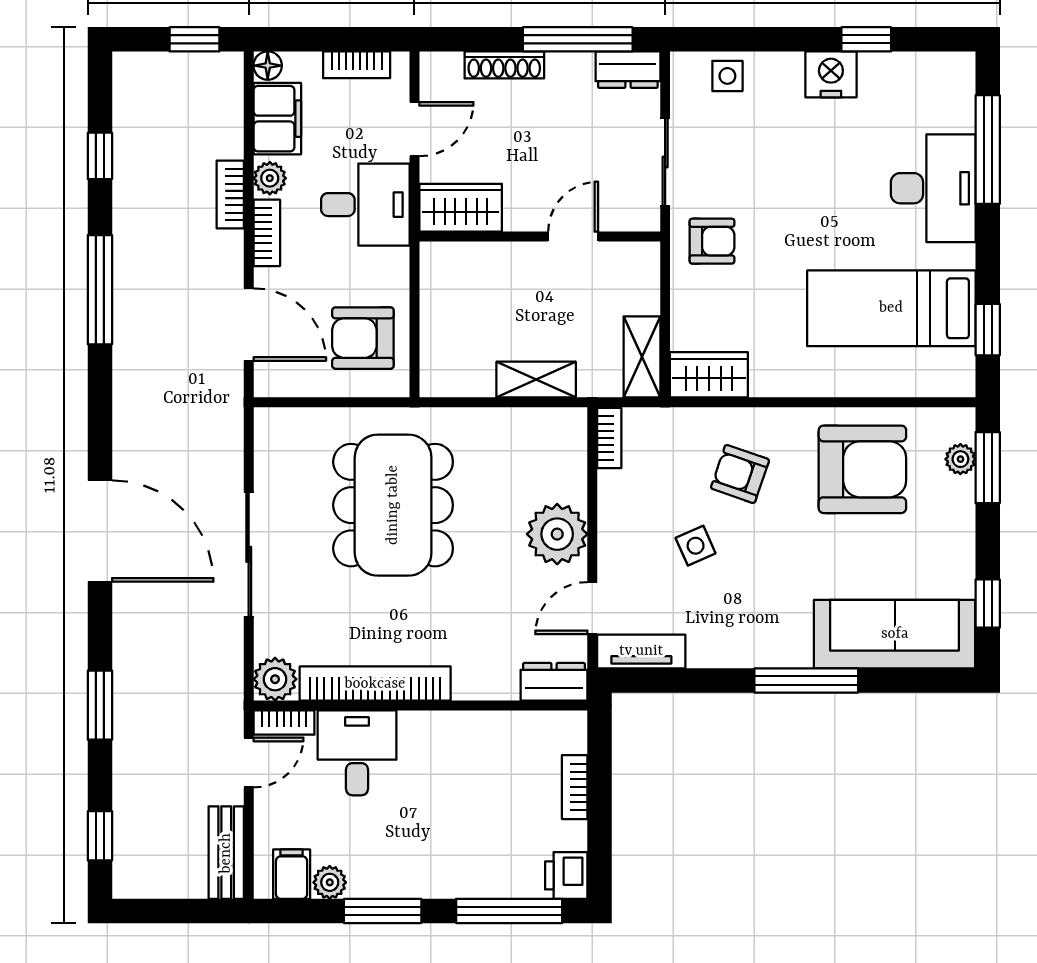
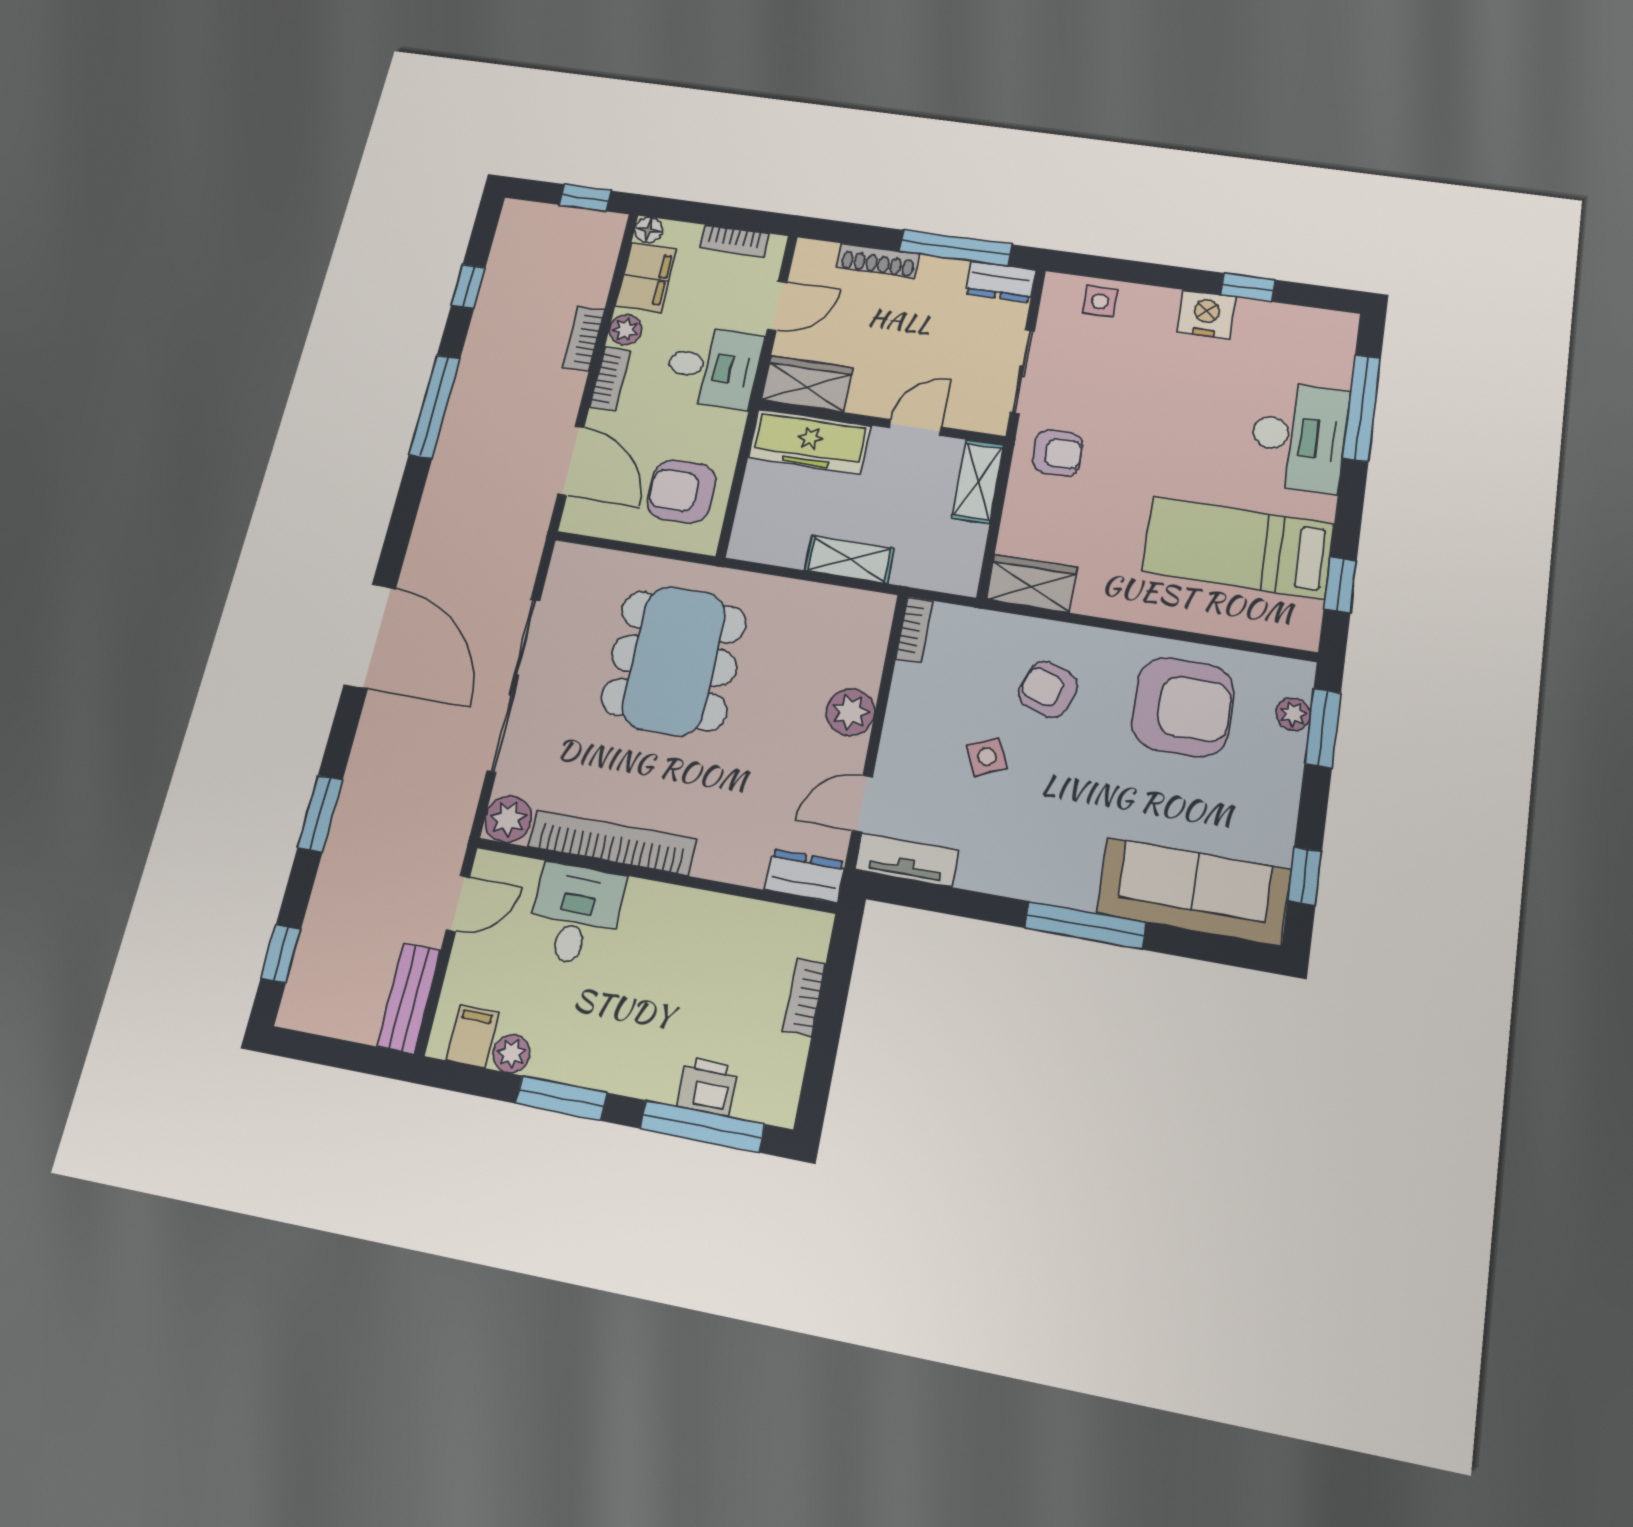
freezer: (475, 267) -> (810, 441), added
shelving: (642, 357) -> (978, 481), moved
plant: (557, 534) -> (850, 712), width x0.73, depth x0.73
sliding door: (249, 554) -> (514, 685), width x1.36
bookcase: (284, 723) -> (506, 867), removed
printer: (566, 875) -> (707, 1087), moved, turned 90

